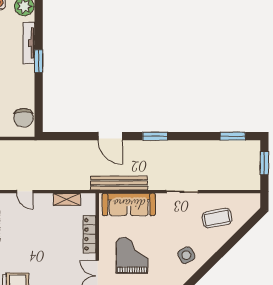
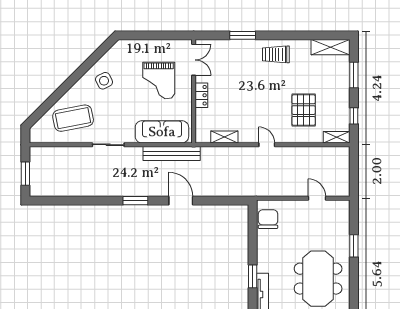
window: (233, 136) -> (57, 201), removed
coffee table: (217, 218) -> (73, 118), width x1.36, depth x1.32
locker: (90, 234) -> (201, 95), width x0.66

